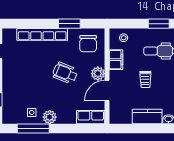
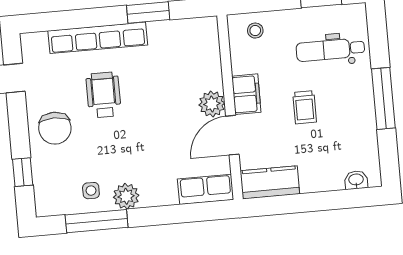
chair: (88, 44) -> (55, 128), moved
filing cabinet: (116, 60) -> (246, 94), moved
wheelchair: (65, 73) -> (103, 95), moved, turned 68
kitchen counter: (147, 116) -> (270, 182), moved

